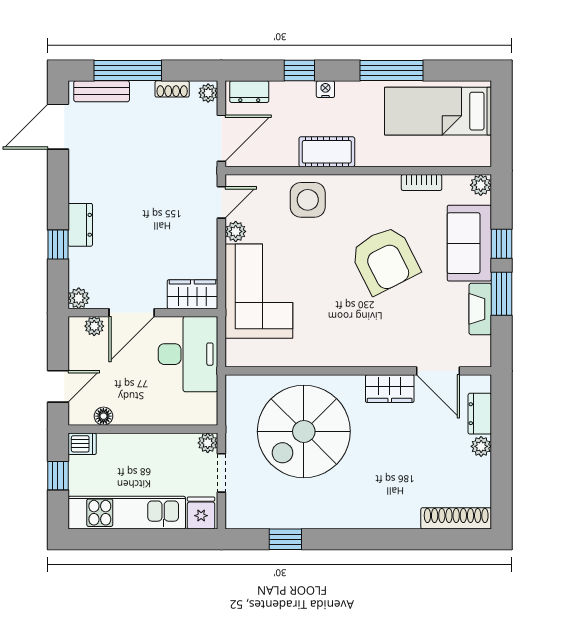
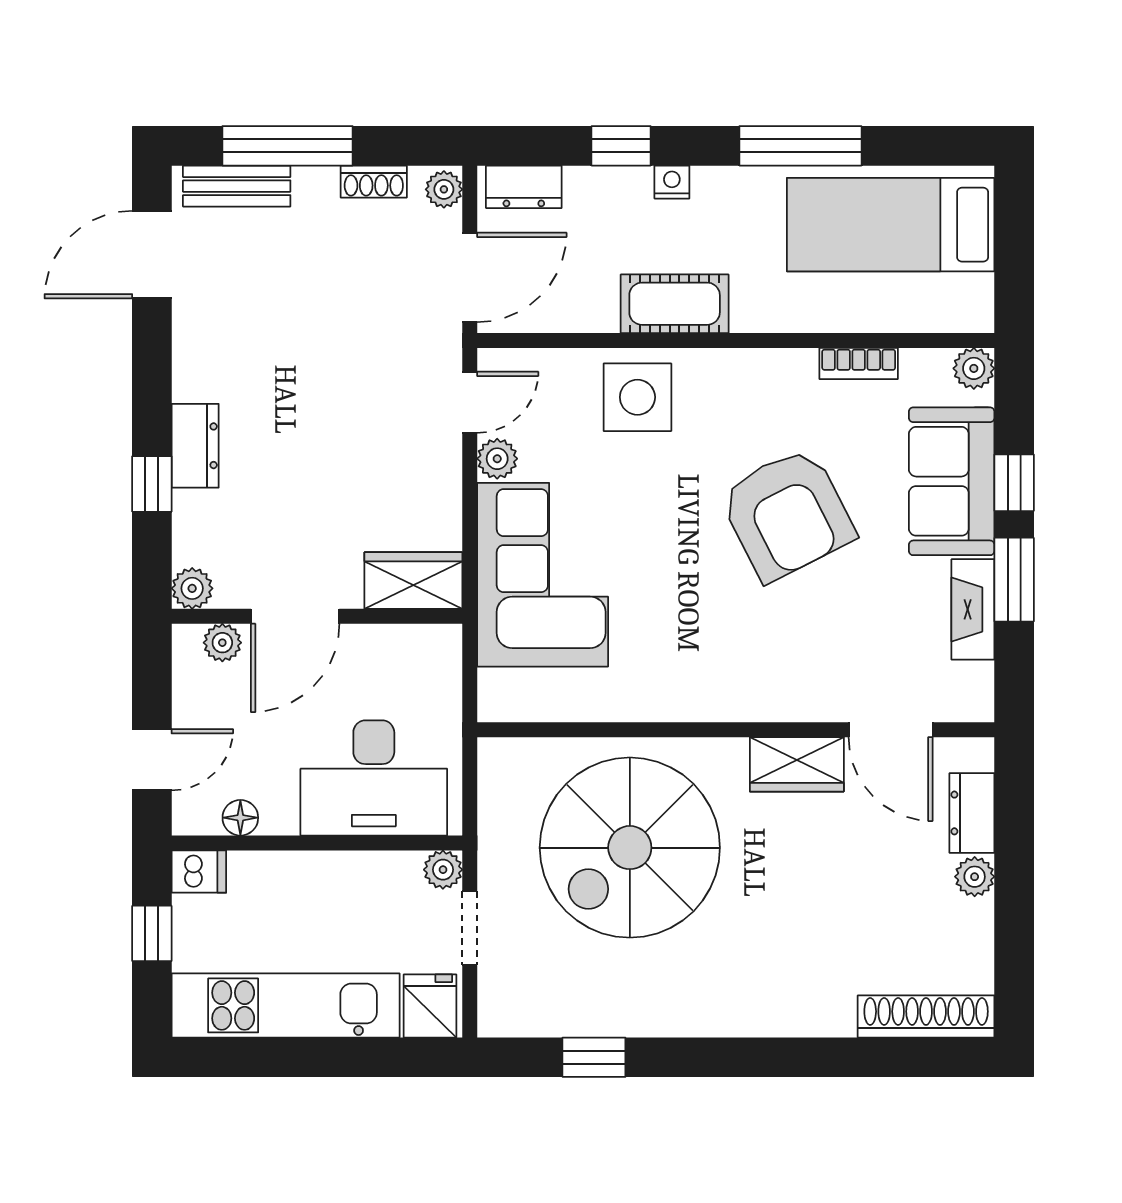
desk: (188, 354) -> (374, 778), moved, turned 90

